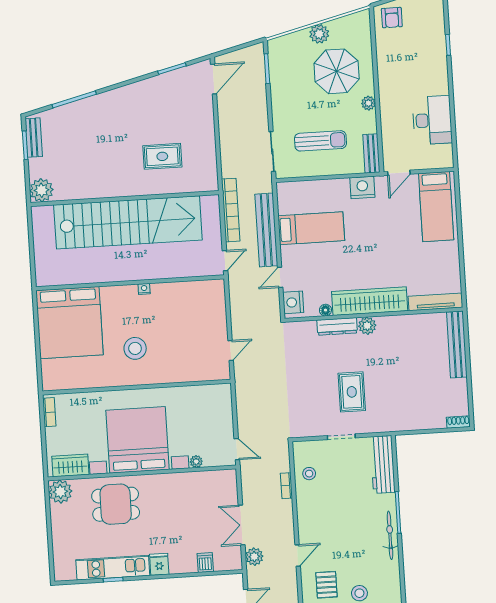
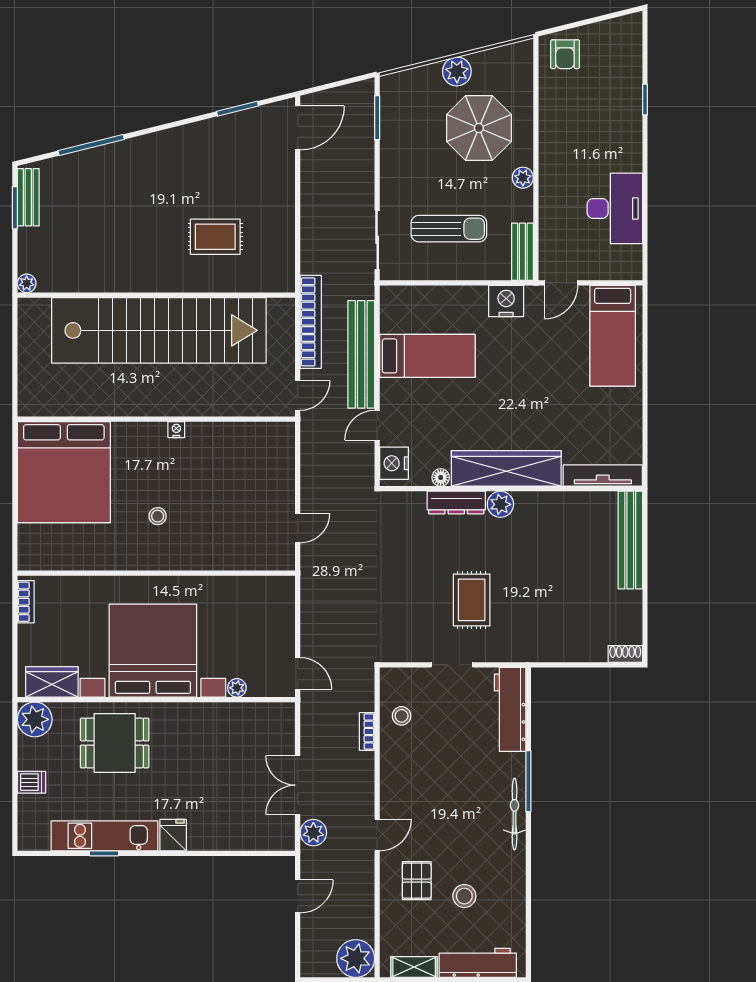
plant: (41, 190) -> (27, 283), width x0.53, depth x0.53
stool: (135, 348) -> (158, 516), width x0.53, depth x0.53
dishwasher: (205, 562) -> (31, 782), moved, turned 90

